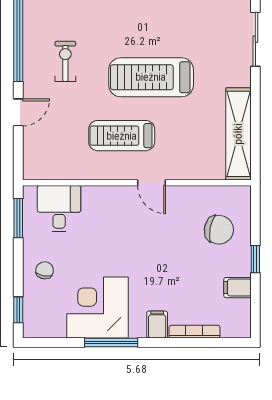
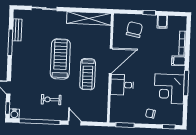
treadmill: (151, 77) -> (60, 59), turned 180
door: (152, 183) -> (111, 61), width x1.87
desk: (59, 209) -> (122, 85), moved

